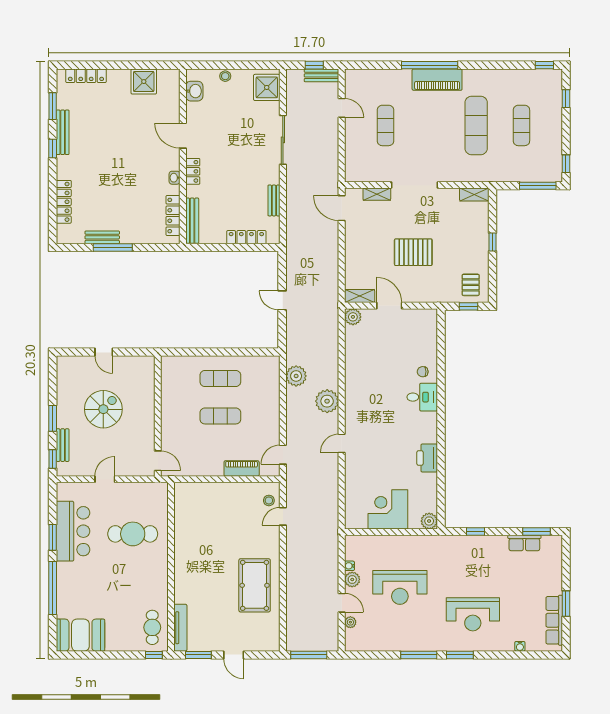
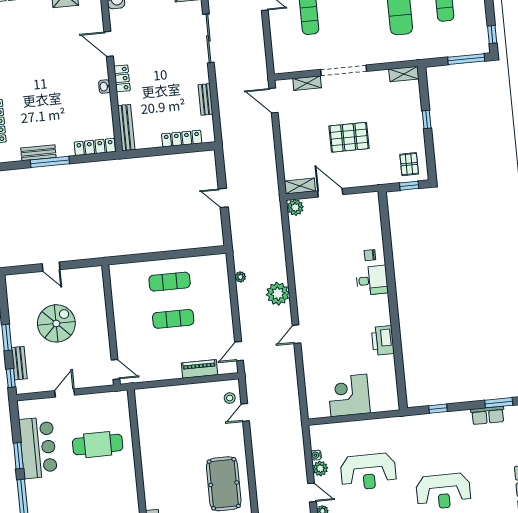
locker: (173, 216) -> (95, 147), moved, turned 90
plant: (296, 376) -> (240, 277), width x0.53, depth x0.53
plant: (429, 521) -> (391, 403), removed

